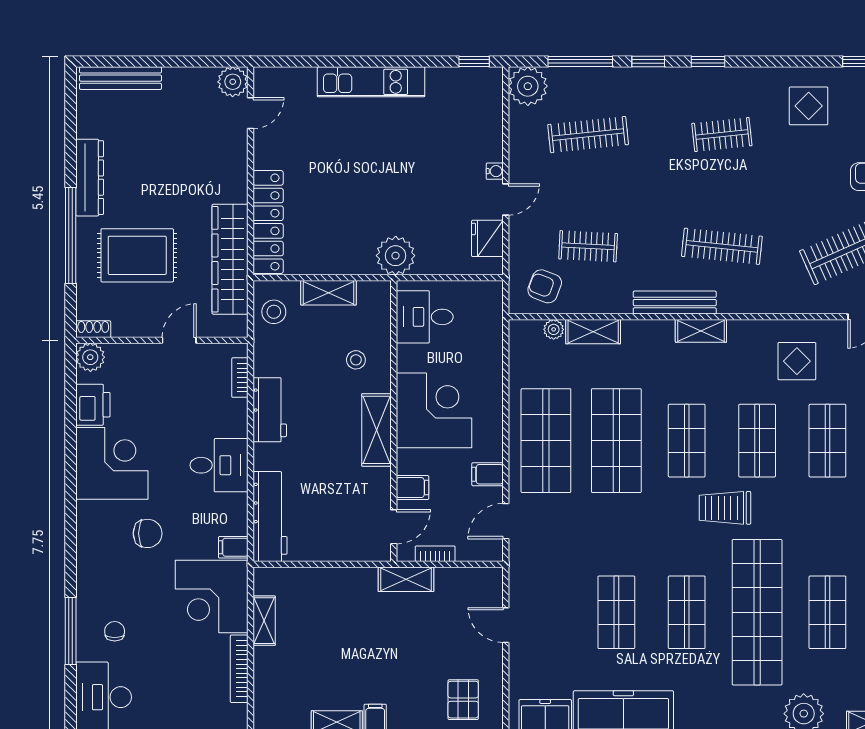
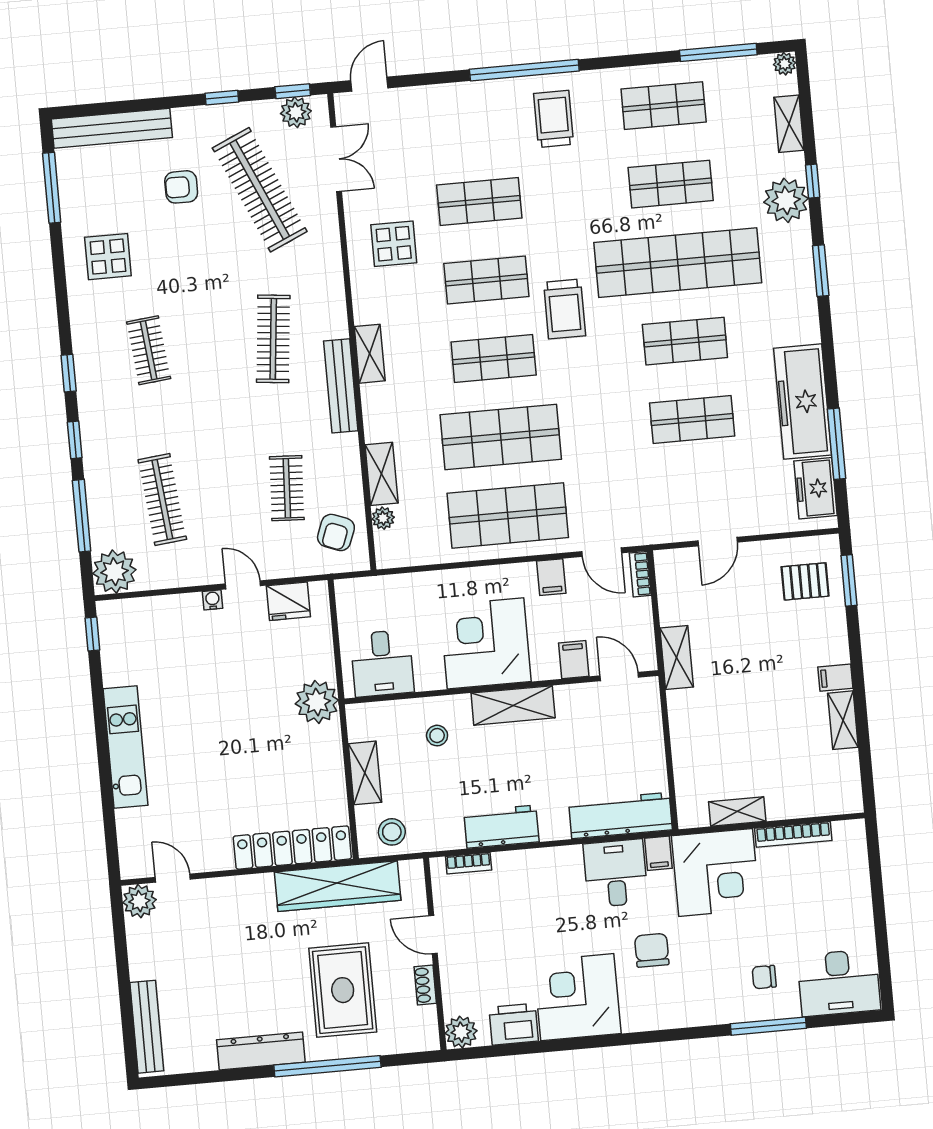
shoe rack: (93, 329) -> (425, 985), moved
desk: (219, 465) -> (616, 873), moved
bookcase: (435, 554) -> (640, 574), moved

